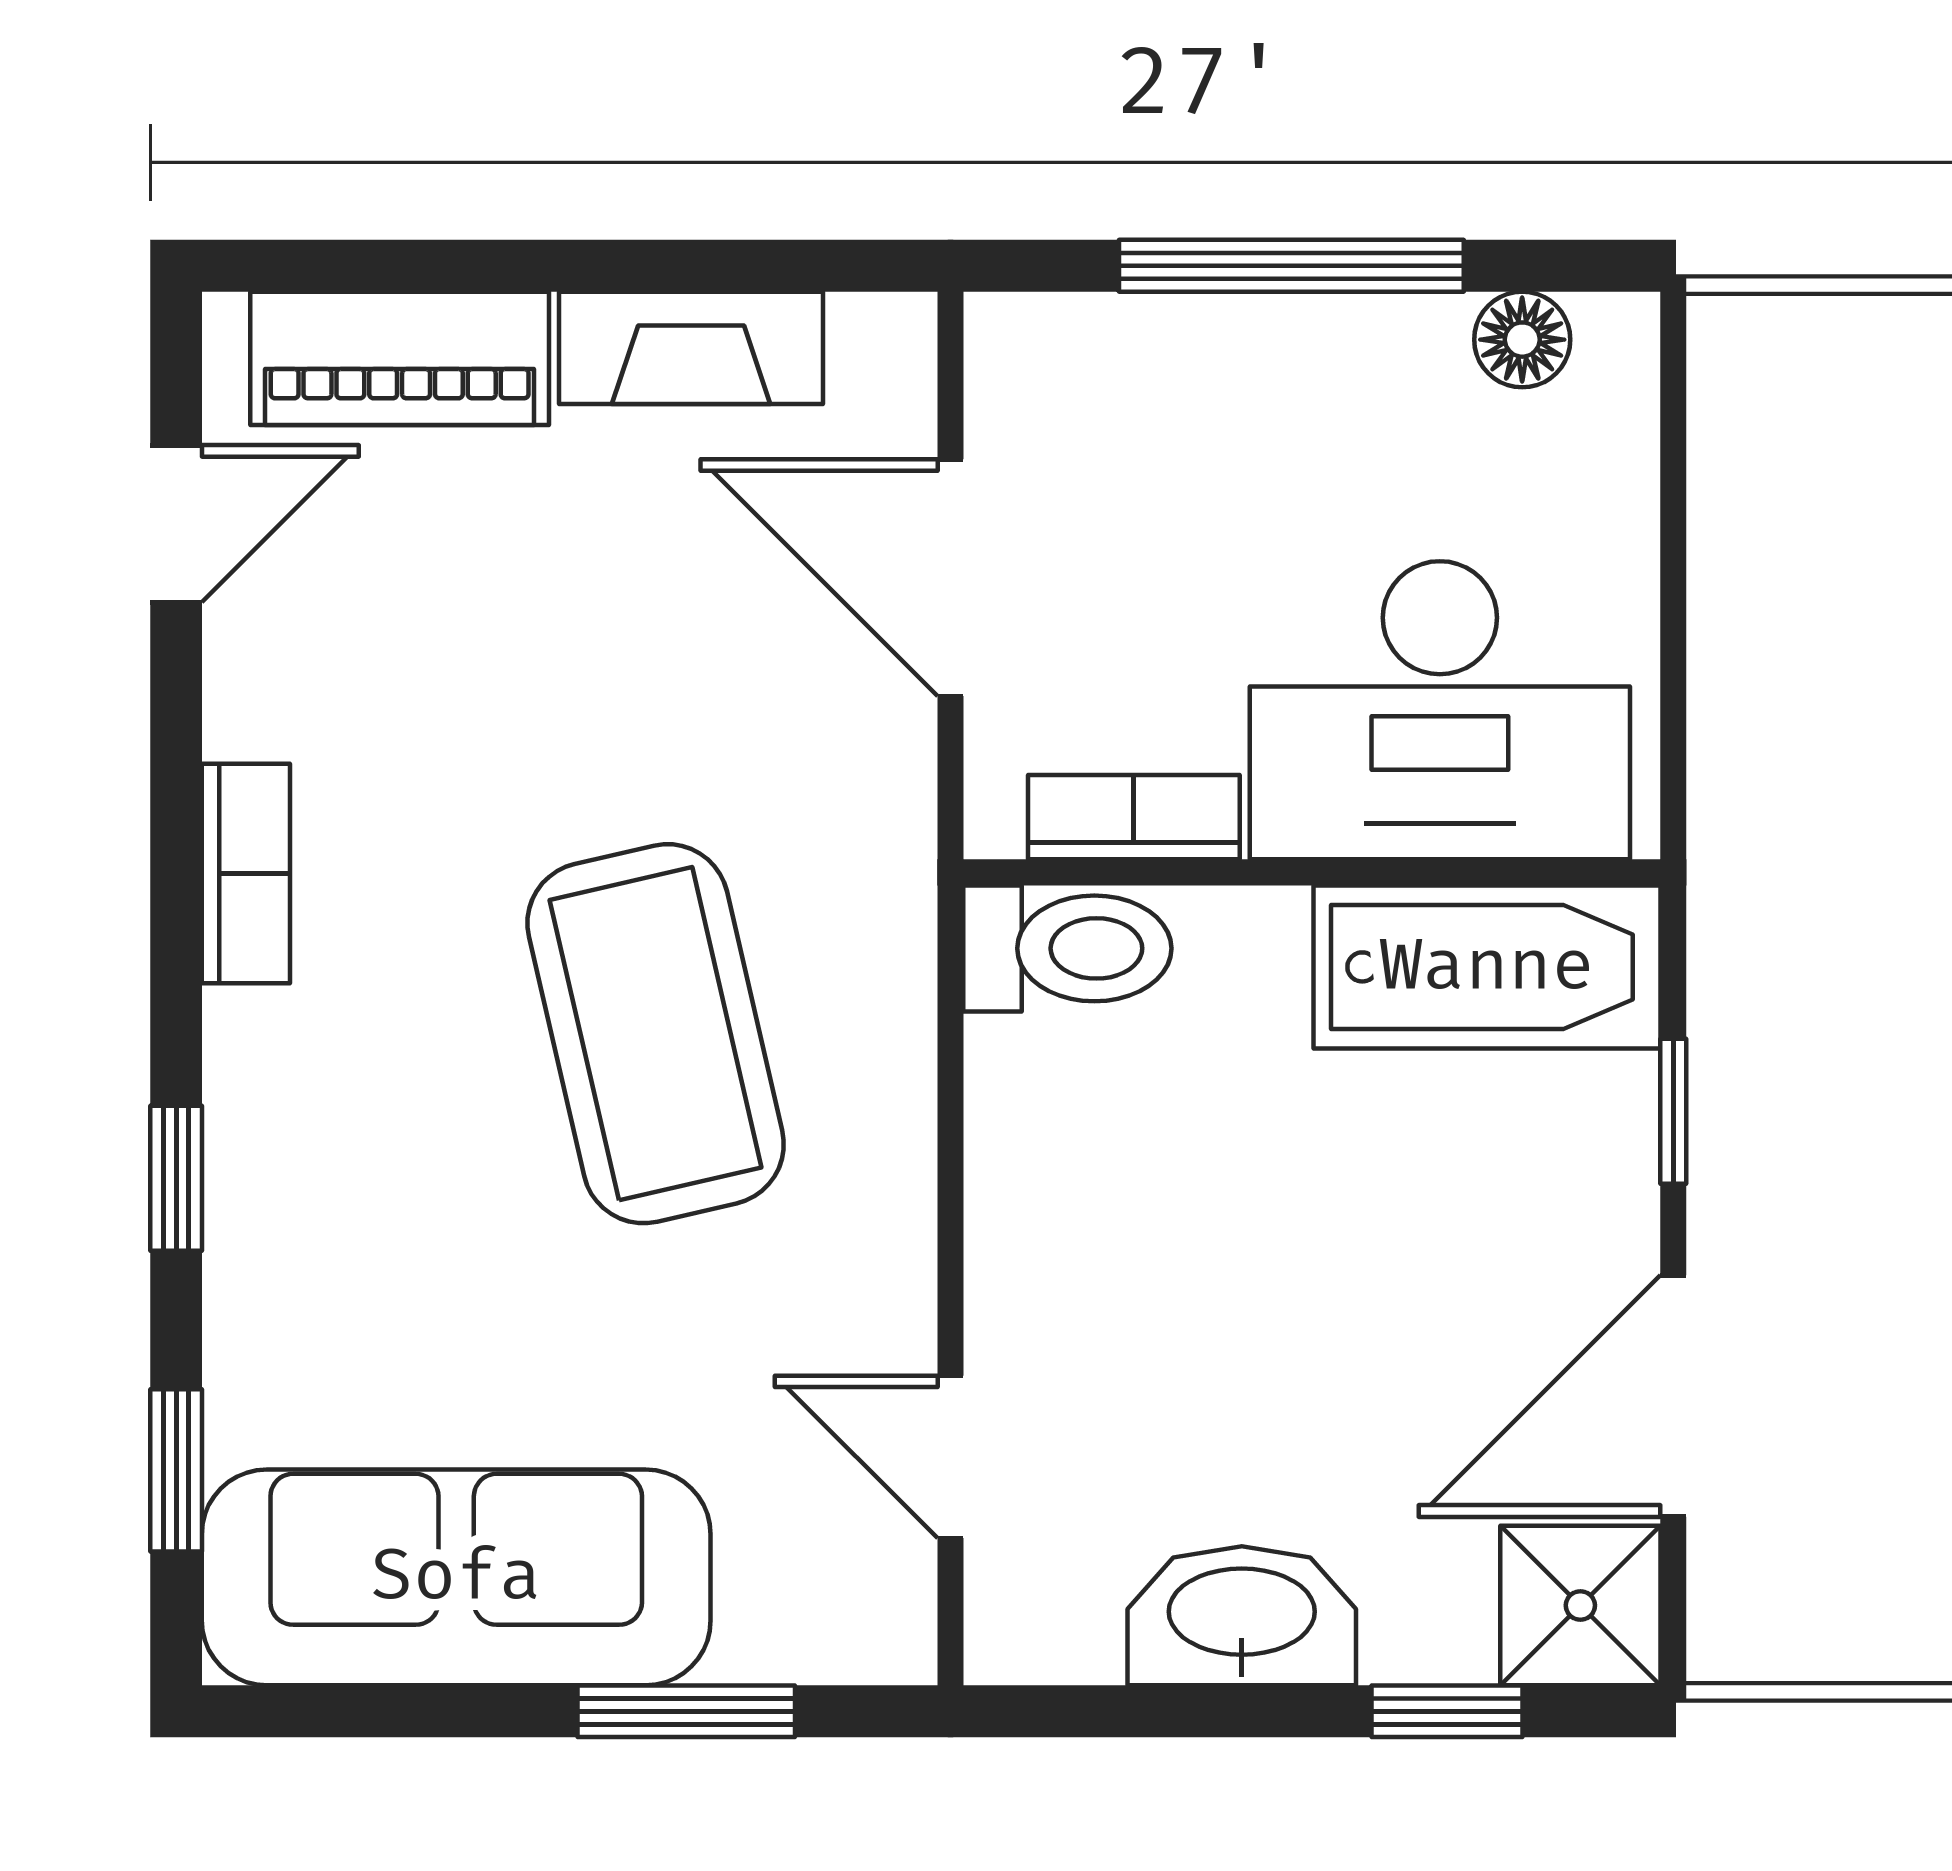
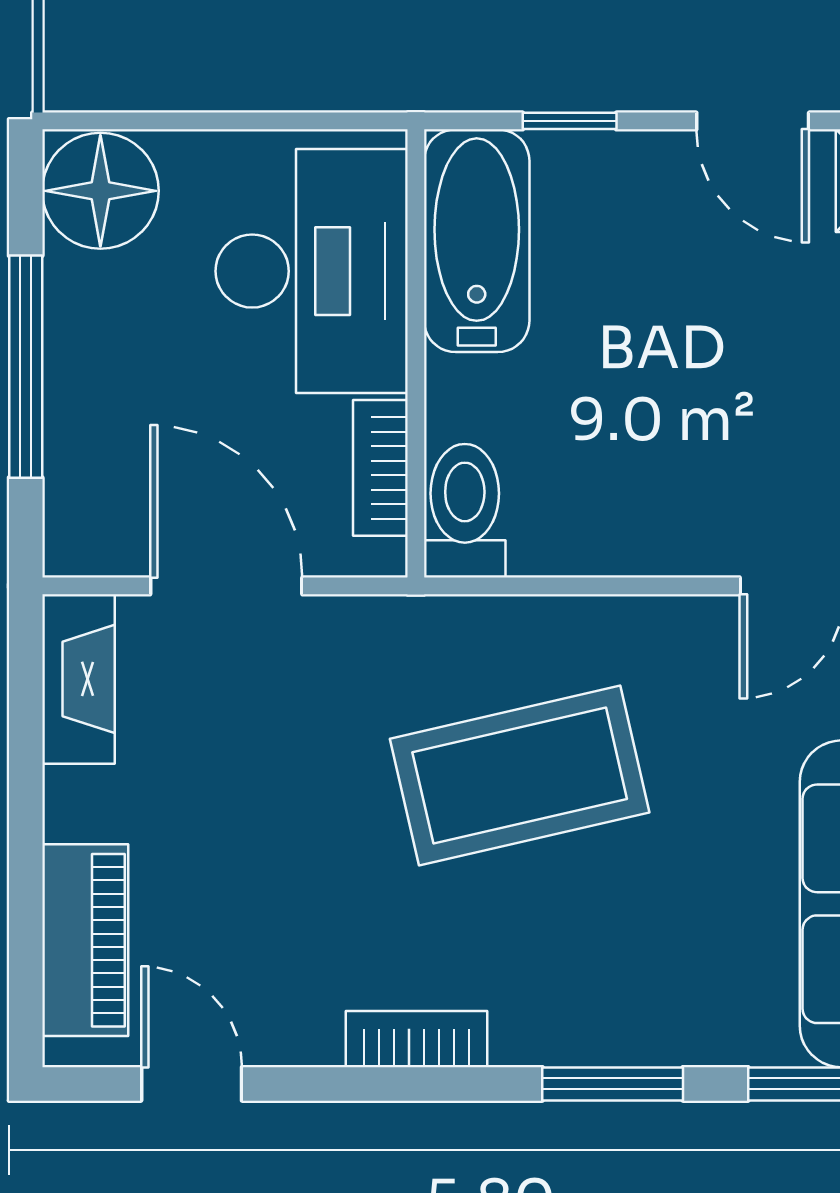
floor lamp: (1522, 340) -> (100, 191), width x1.89, depth x1.89
fireplace: (691, 348) -> (79, 679), moved
door: (950, 578) -> (226, 586), swing flipped
window: (176, 1178) -> (613, 1084), width x1.50
door: (1673, 1396) -> (753, 121), width x0.73

